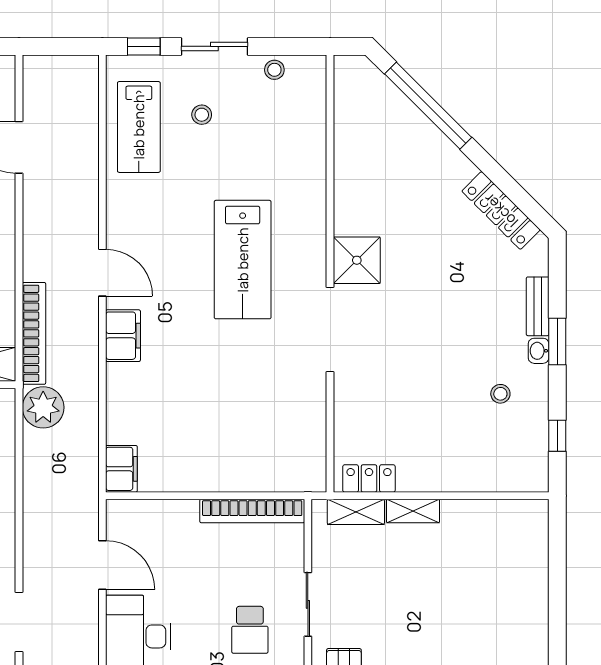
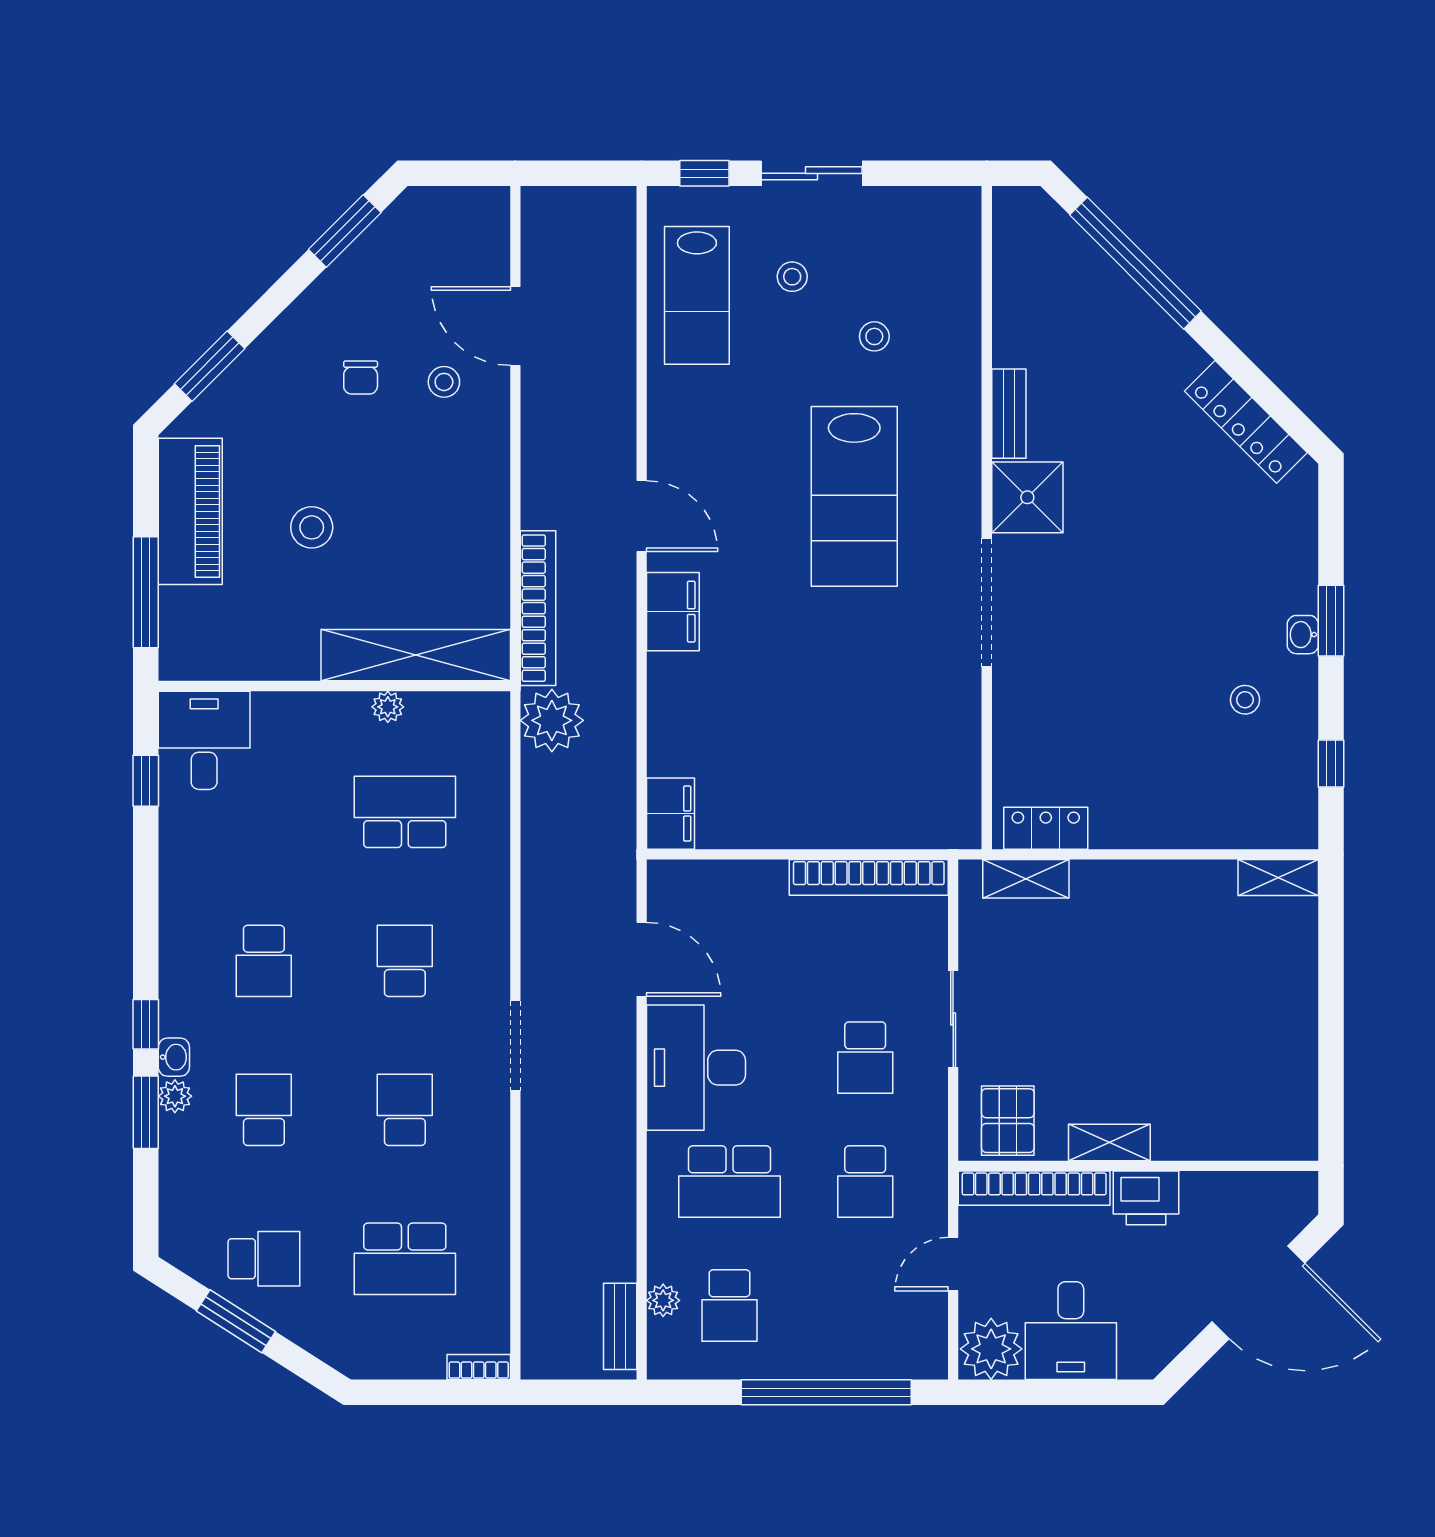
stool: (274, 70) -> (874, 336), moved
bench: (538, 306) -> (1009, 414), moved
shelving: (413, 511) -> (1278, 877), moved

